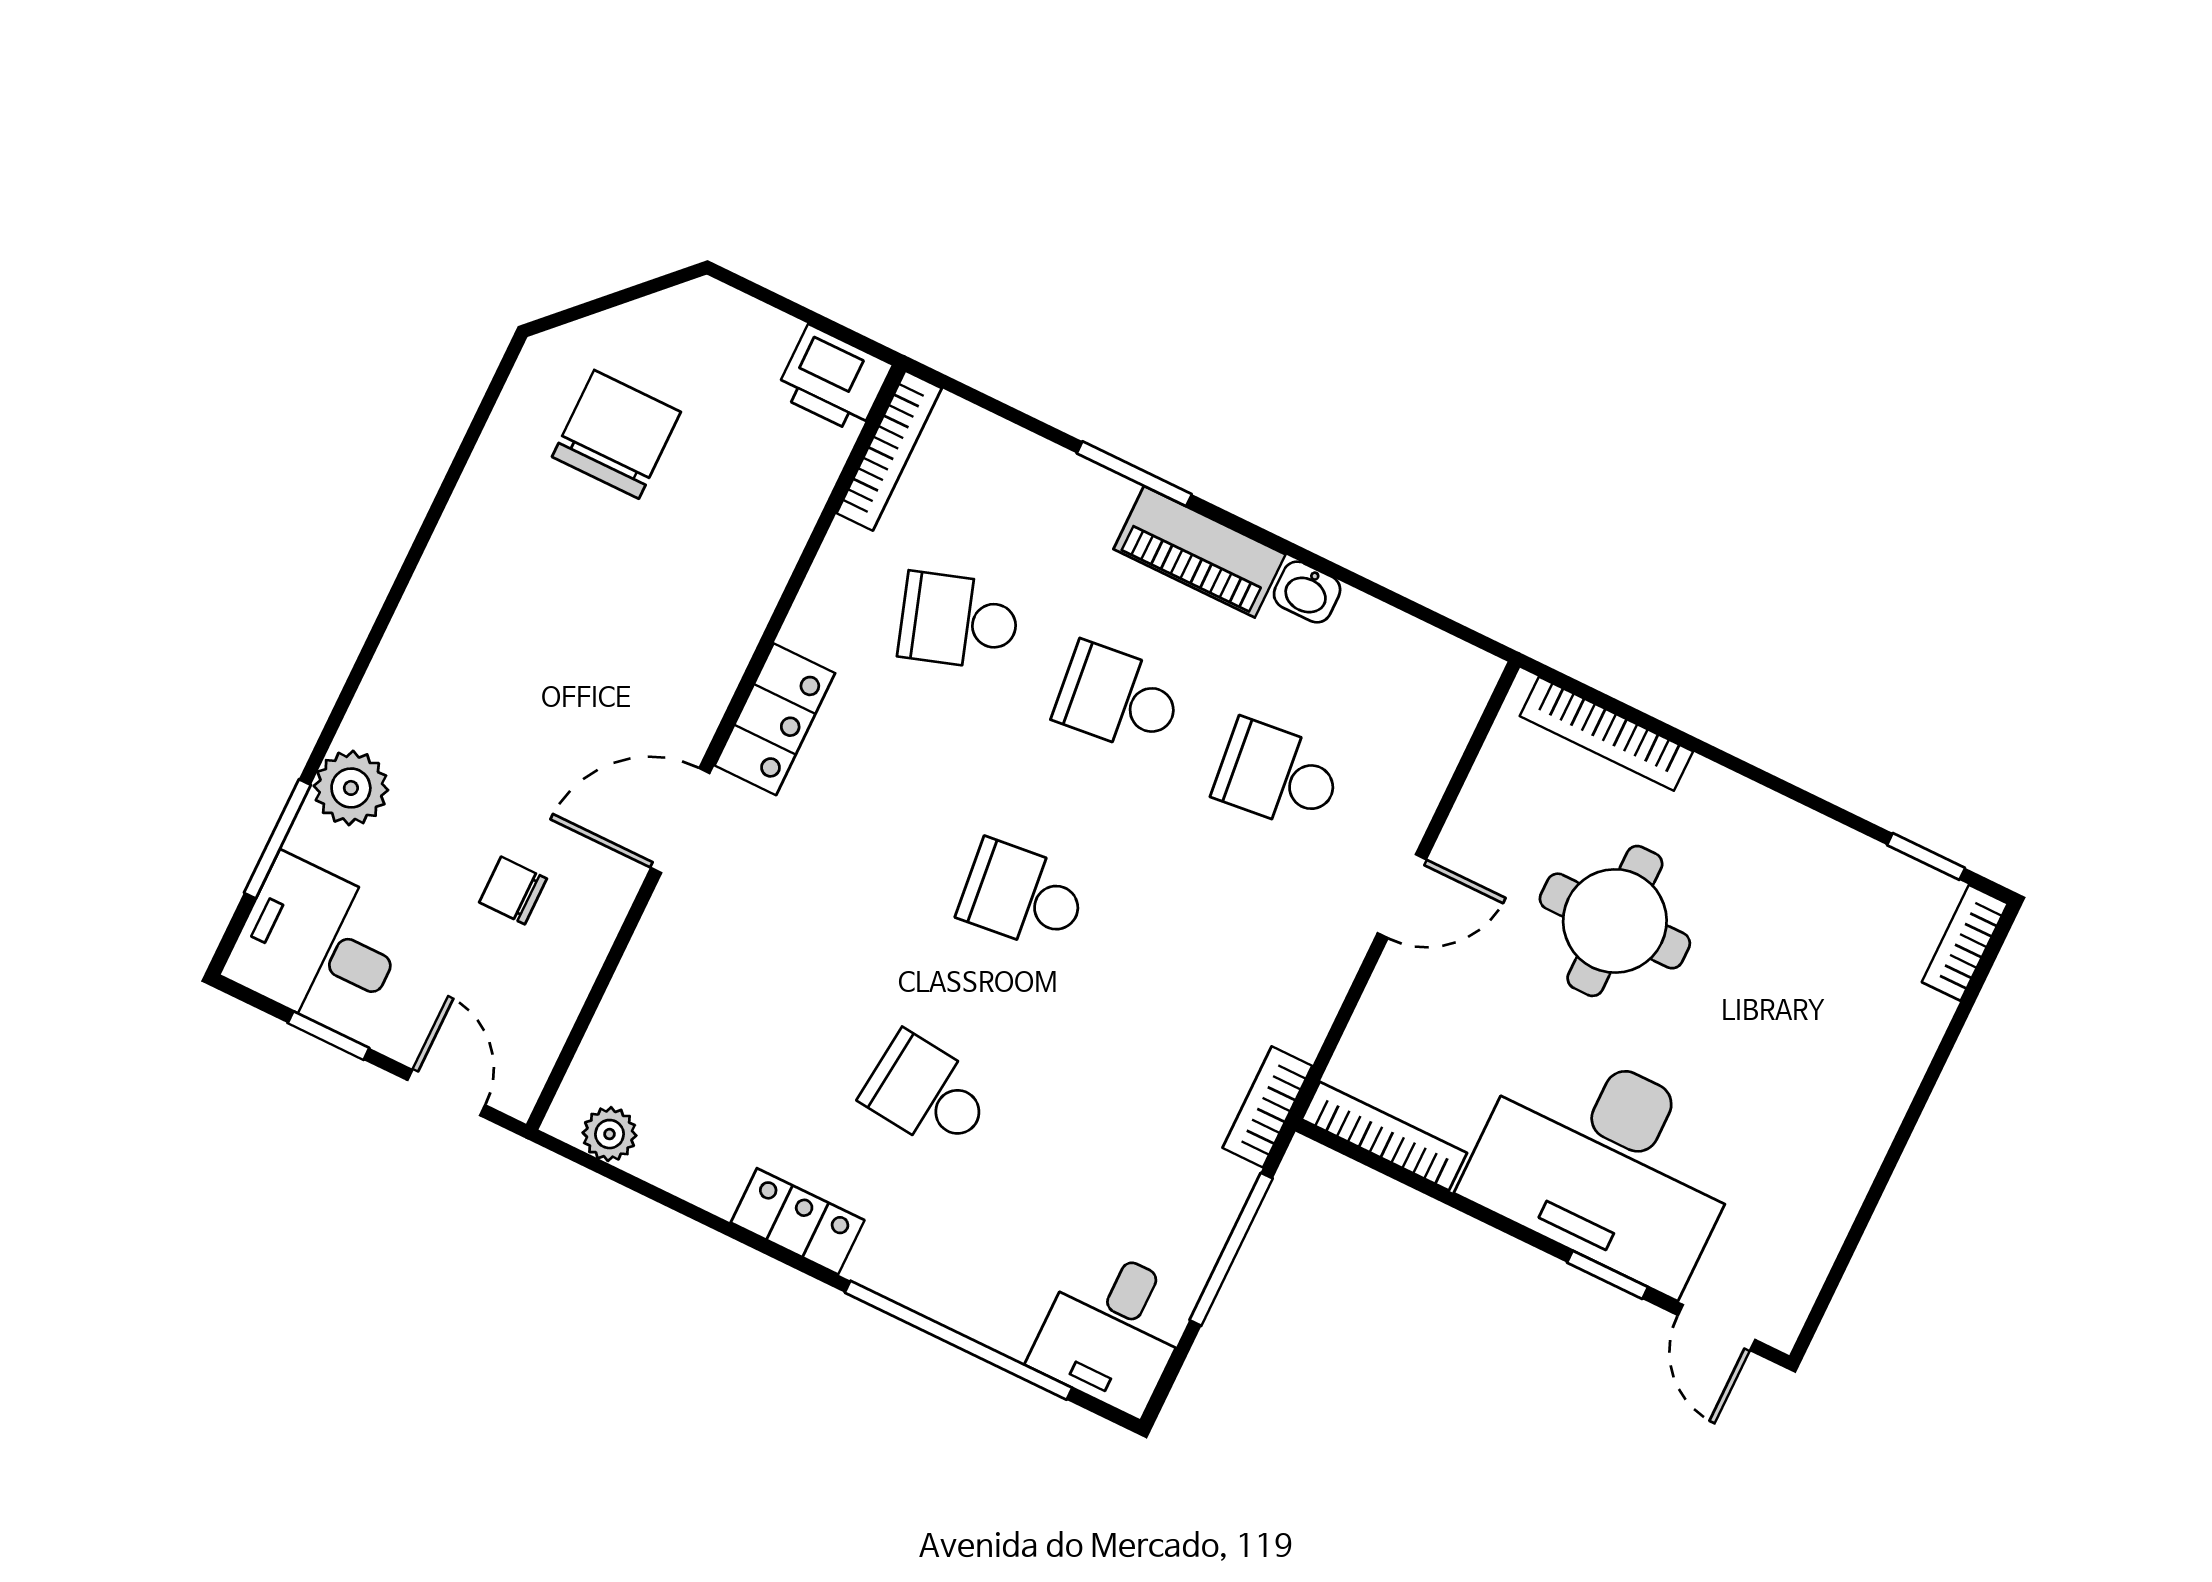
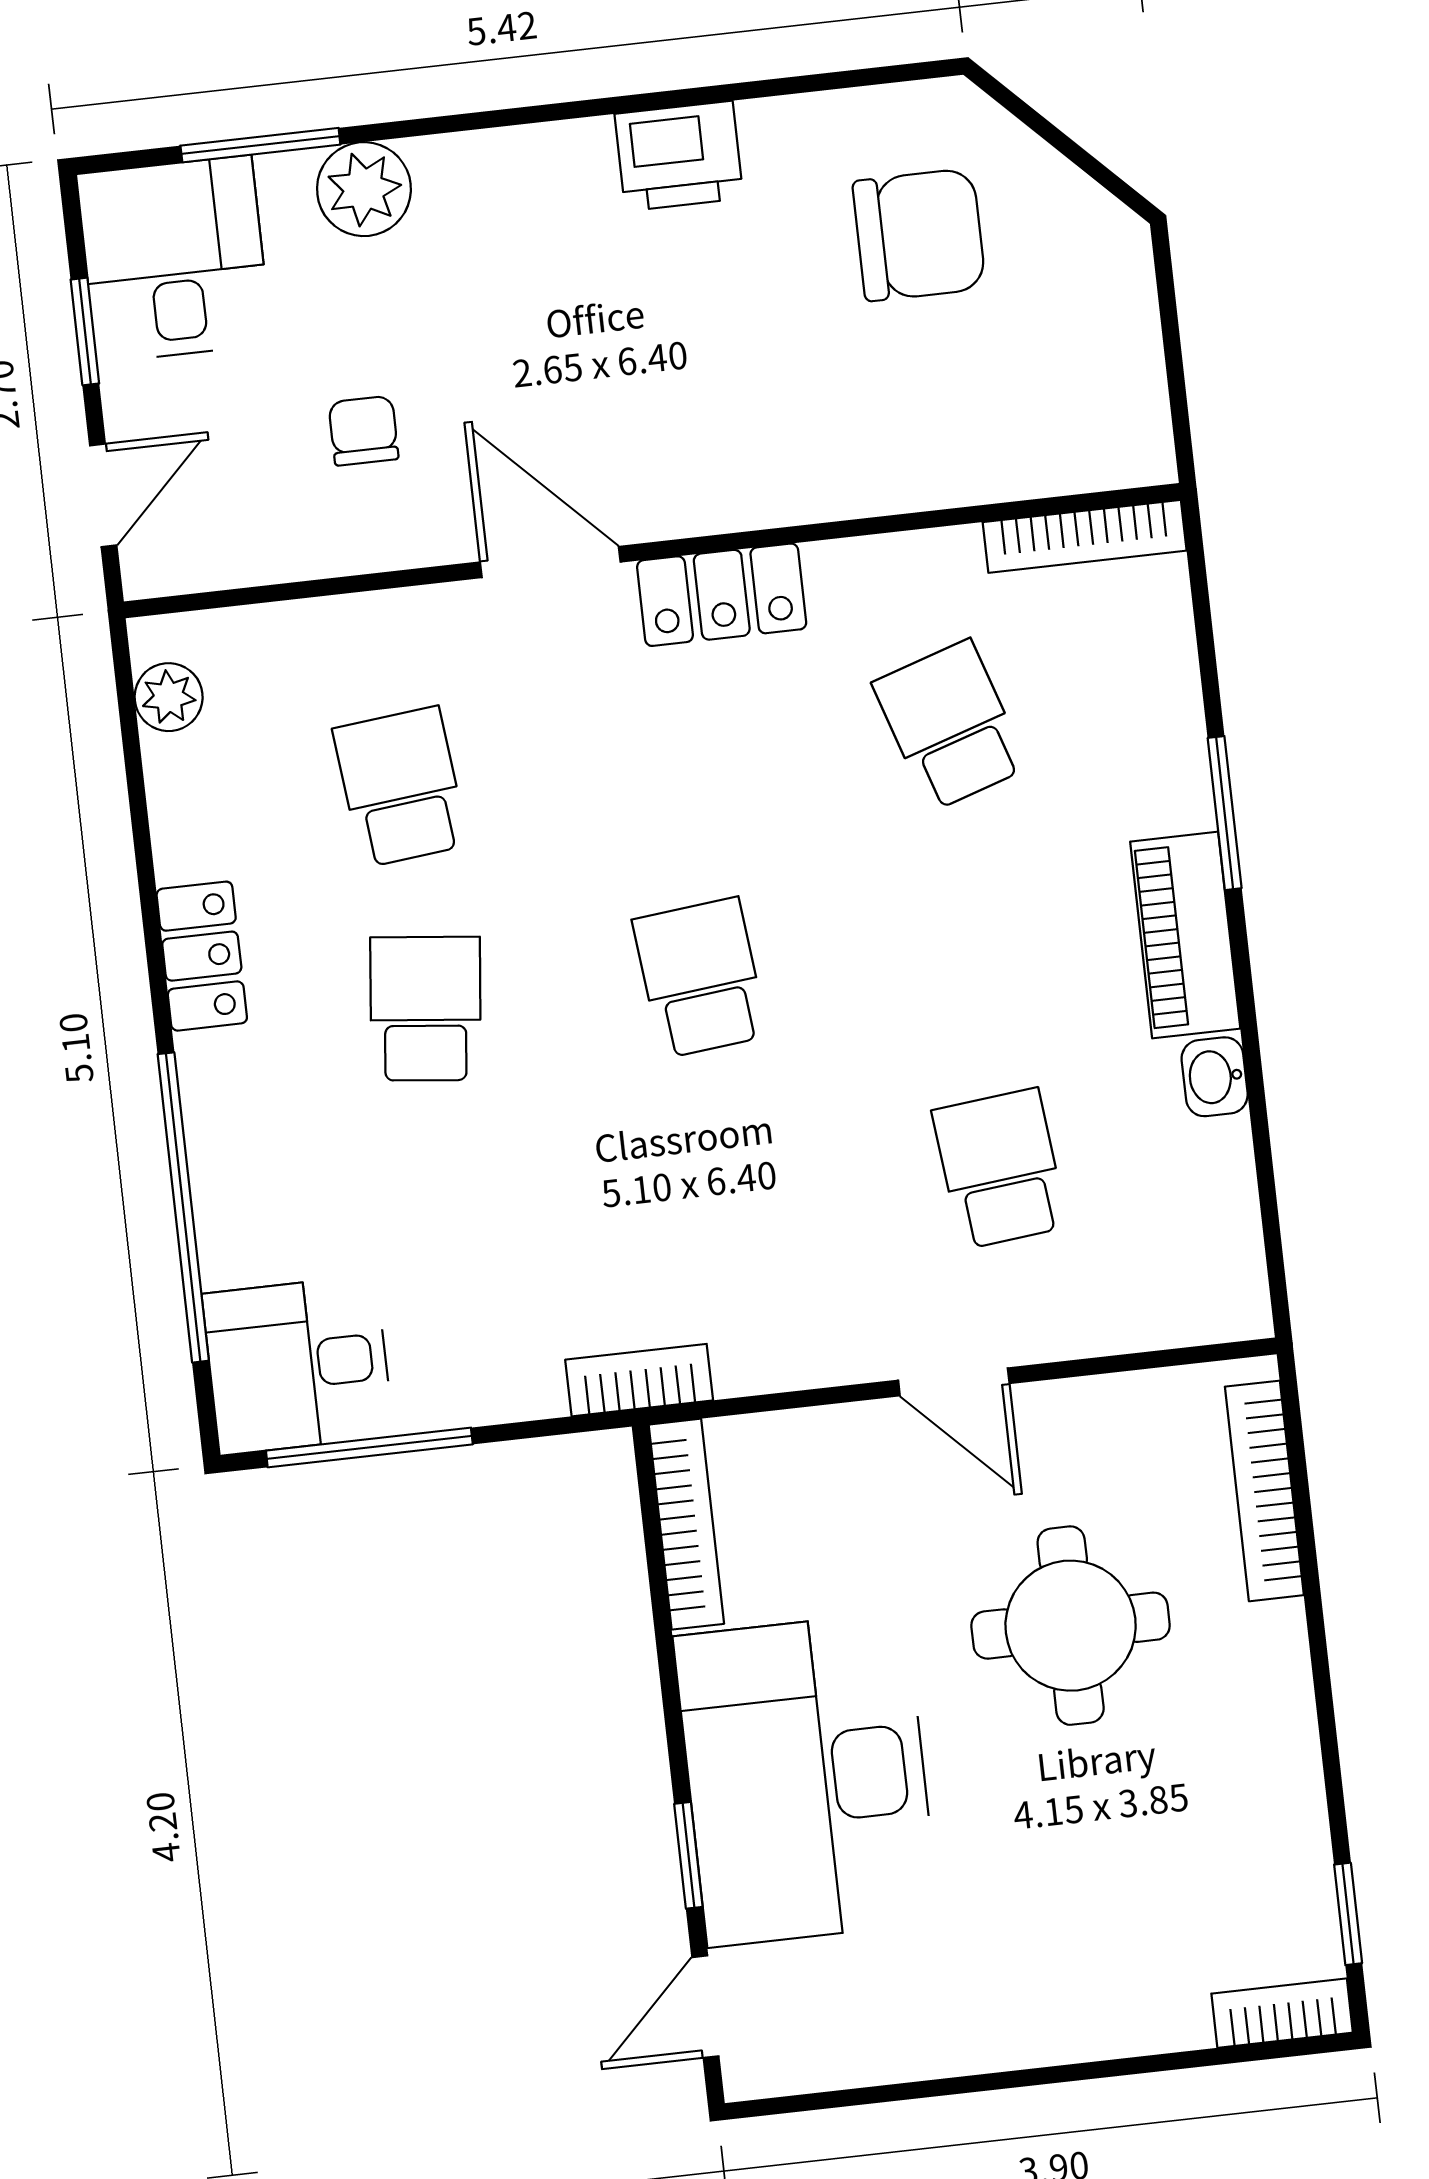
printer: (834, 379) -> (679, 156), moved, turned -90
school desk: (1119, 698) -> (401, 787), moved
window: (1231, 1249) -> (369, 1447), moved

